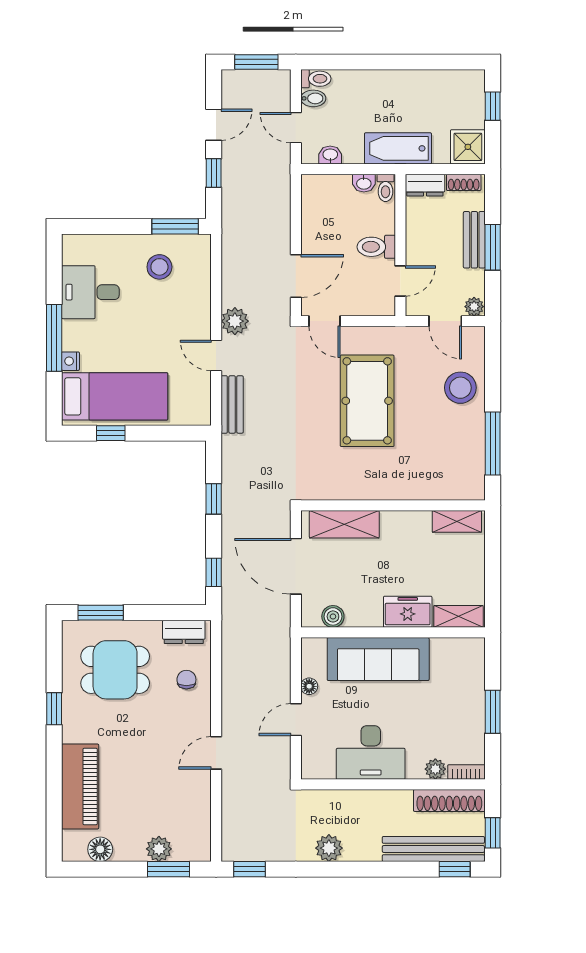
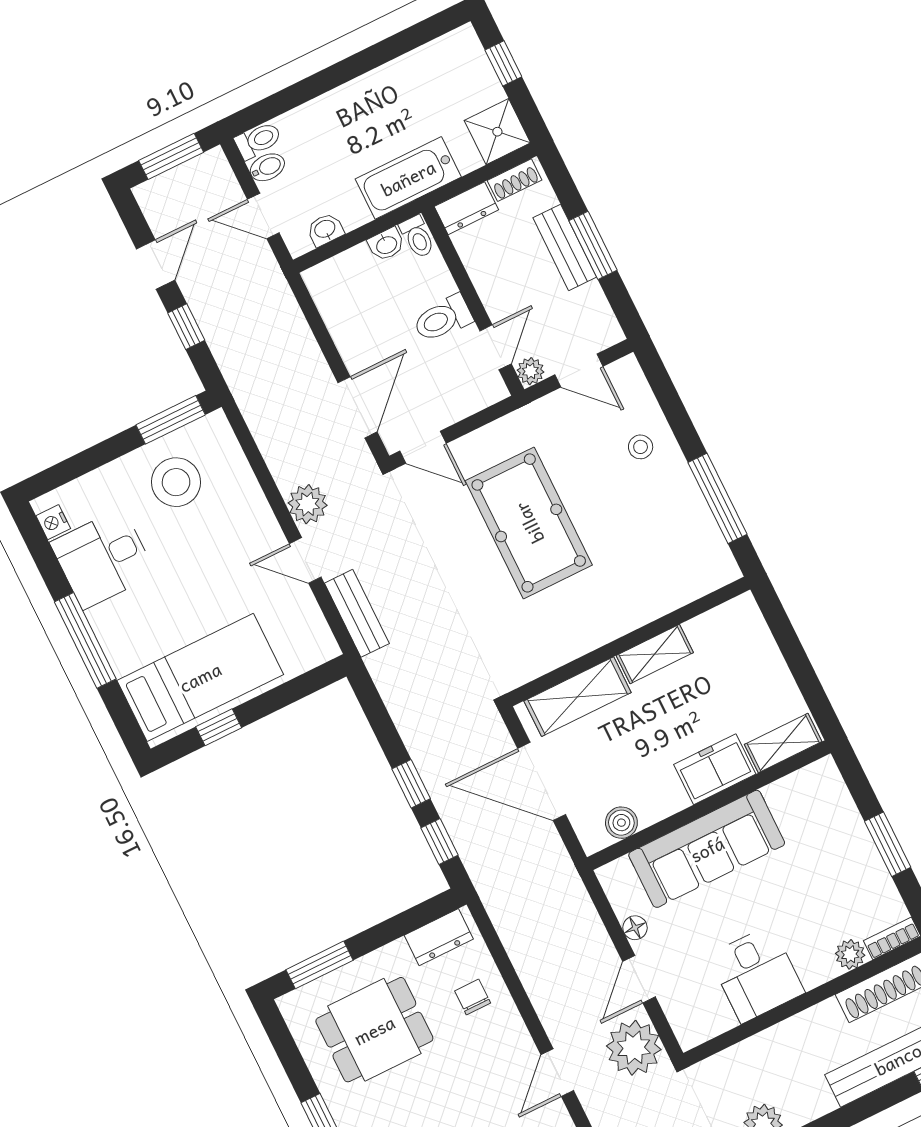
stool: (159, 267) -> (176, 482), width x1.38, depth x1.38
plant: (474, 307) -> (530, 371), moved
nightstand: (70, 361) -> (53, 522), moved
stool: (460, 388) -> (641, 447), width x0.53, depth x0.53
window: (214, 499) -> (411, 784), moved
shelving: (457, 521) -> (655, 654), moved
desk: (371, 753) -> (756, 974), width x0.73
plant: (272, 761) -> (634, 1048), added

